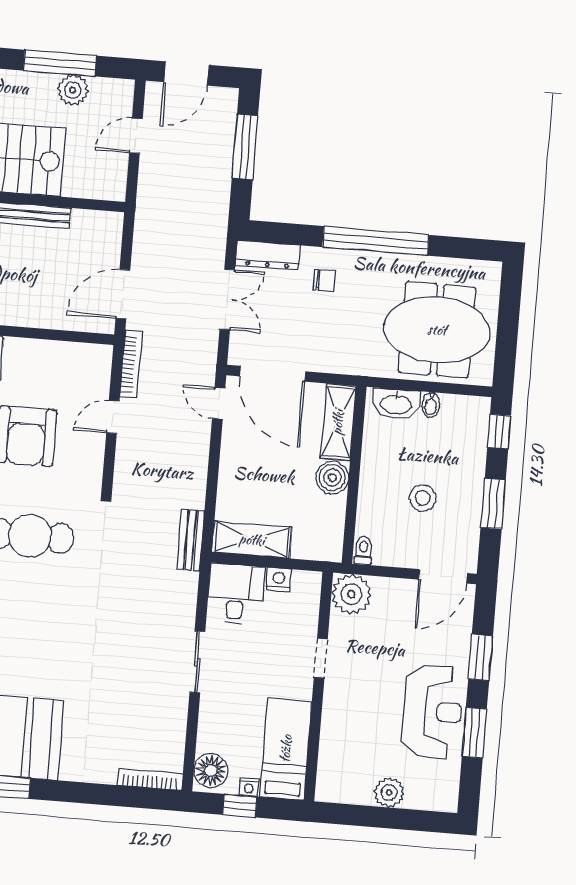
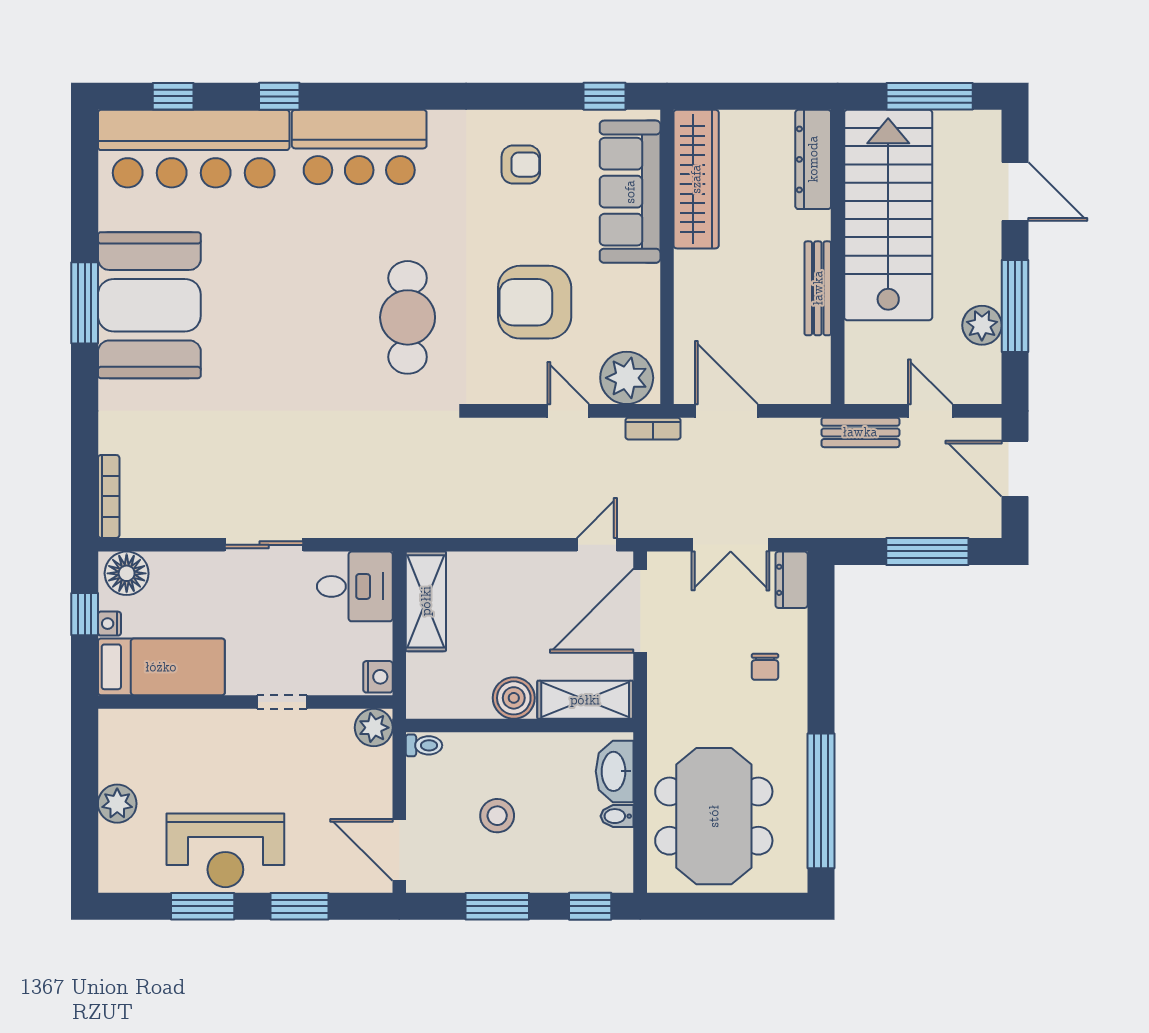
window: (376, 241) -> (821, 801), moved
dresser: (268, 255) -> (792, 580), width x0.70
bookcase: (131, 364) -> (653, 429), width x0.64
plant: (91, 369) -> (627, 378), added
bench: (191, 540) -> (860, 432), moved
nightstand: (279, 579) -> (378, 677), moved
plant: (351, 594) -> (374, 728), width x0.73, depth x0.73

